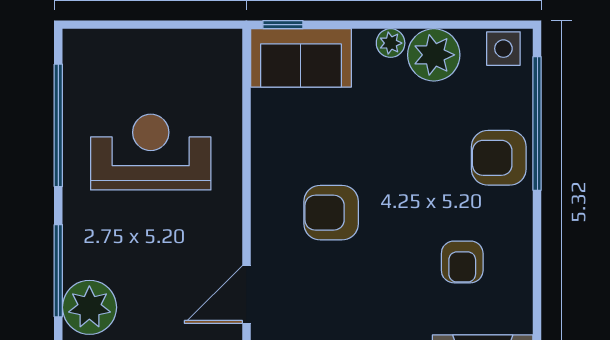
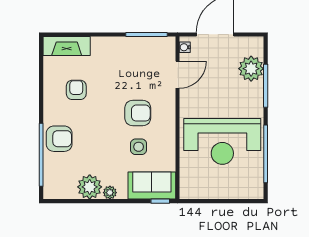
side table: (503, 49) -> (139, 147), moved
reception desk: (151, 152) -> (222, 141), width x1.36, depth x1.30

